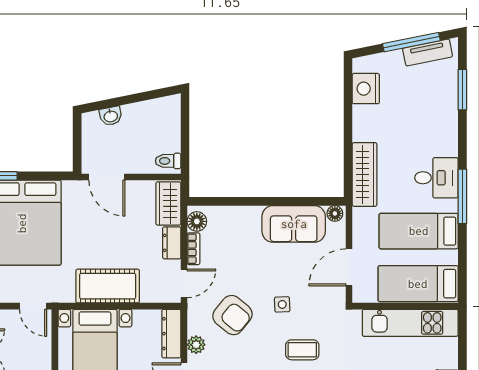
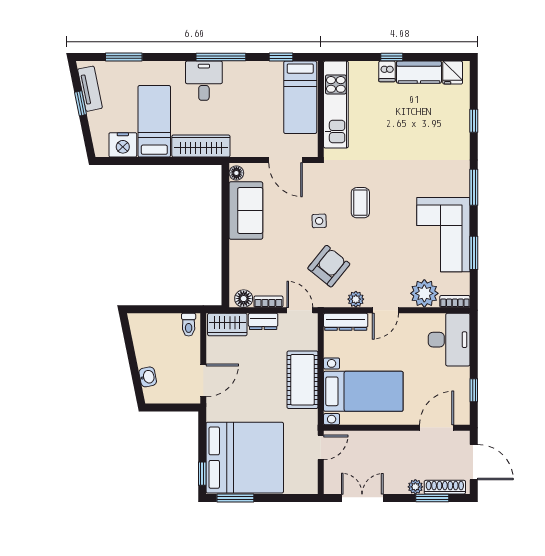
window: (411, 42) -> (80, 103), width x0.46
bed: (419, 231) -> (154, 121), moved, turned 180
window: (462, 262) -> (281, 57), added

